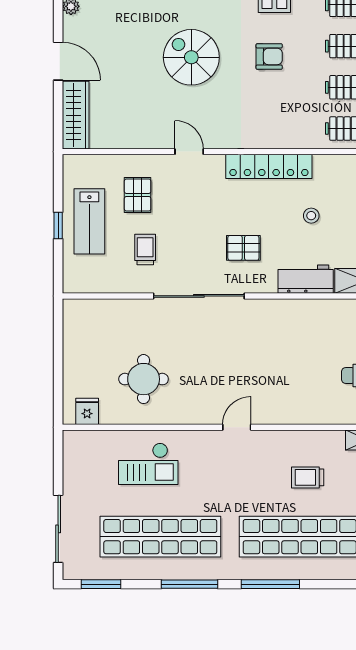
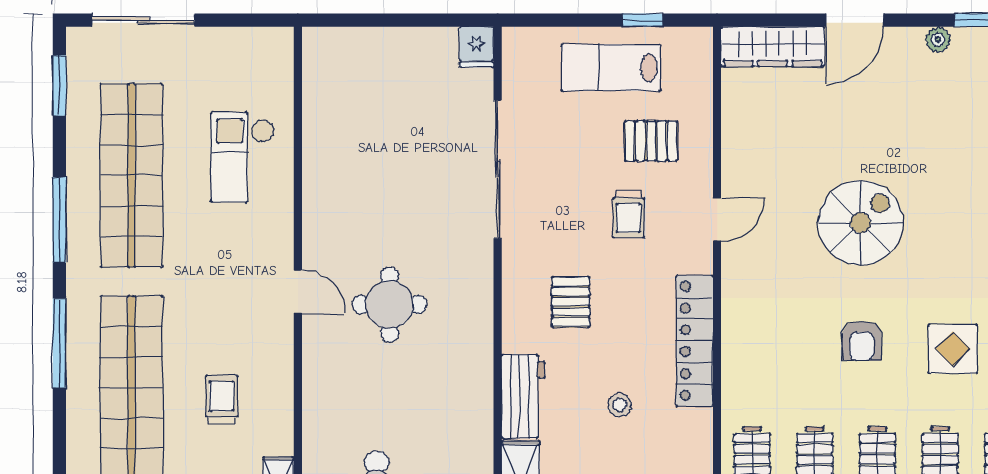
window: (58, 225) -> (643, 20), moved
trolley: (145, 249) -> (628, 215), moved, turned 90
sliding door: (199, 296) -> (498, 169), moved
round table: (144, 379) -> (389, 305), moved
fridge: (87, 411) -> (477, 47), moved, turned 90

